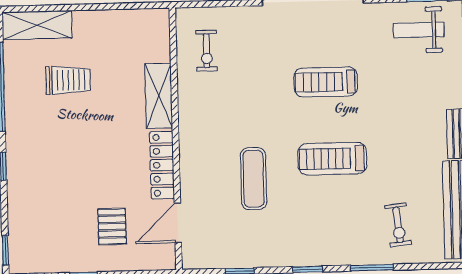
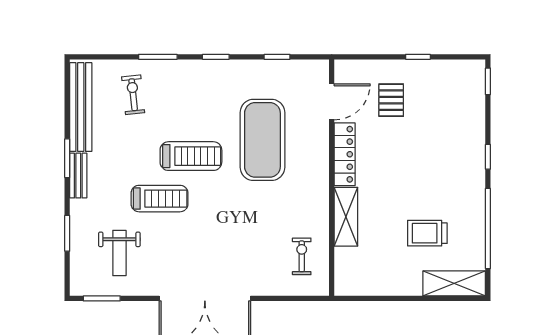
weight bench: (419, 30) -> (119, 253), moved, turned 90
treadmill: (326, 82) -> (160, 199), moved
exercise mat: (254, 179) -> (262, 140), width x2.00, depth x1.45

